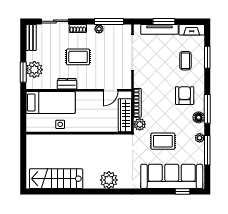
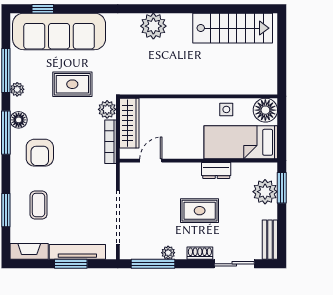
floor lamp: (34, 124) -> (265, 110), added

